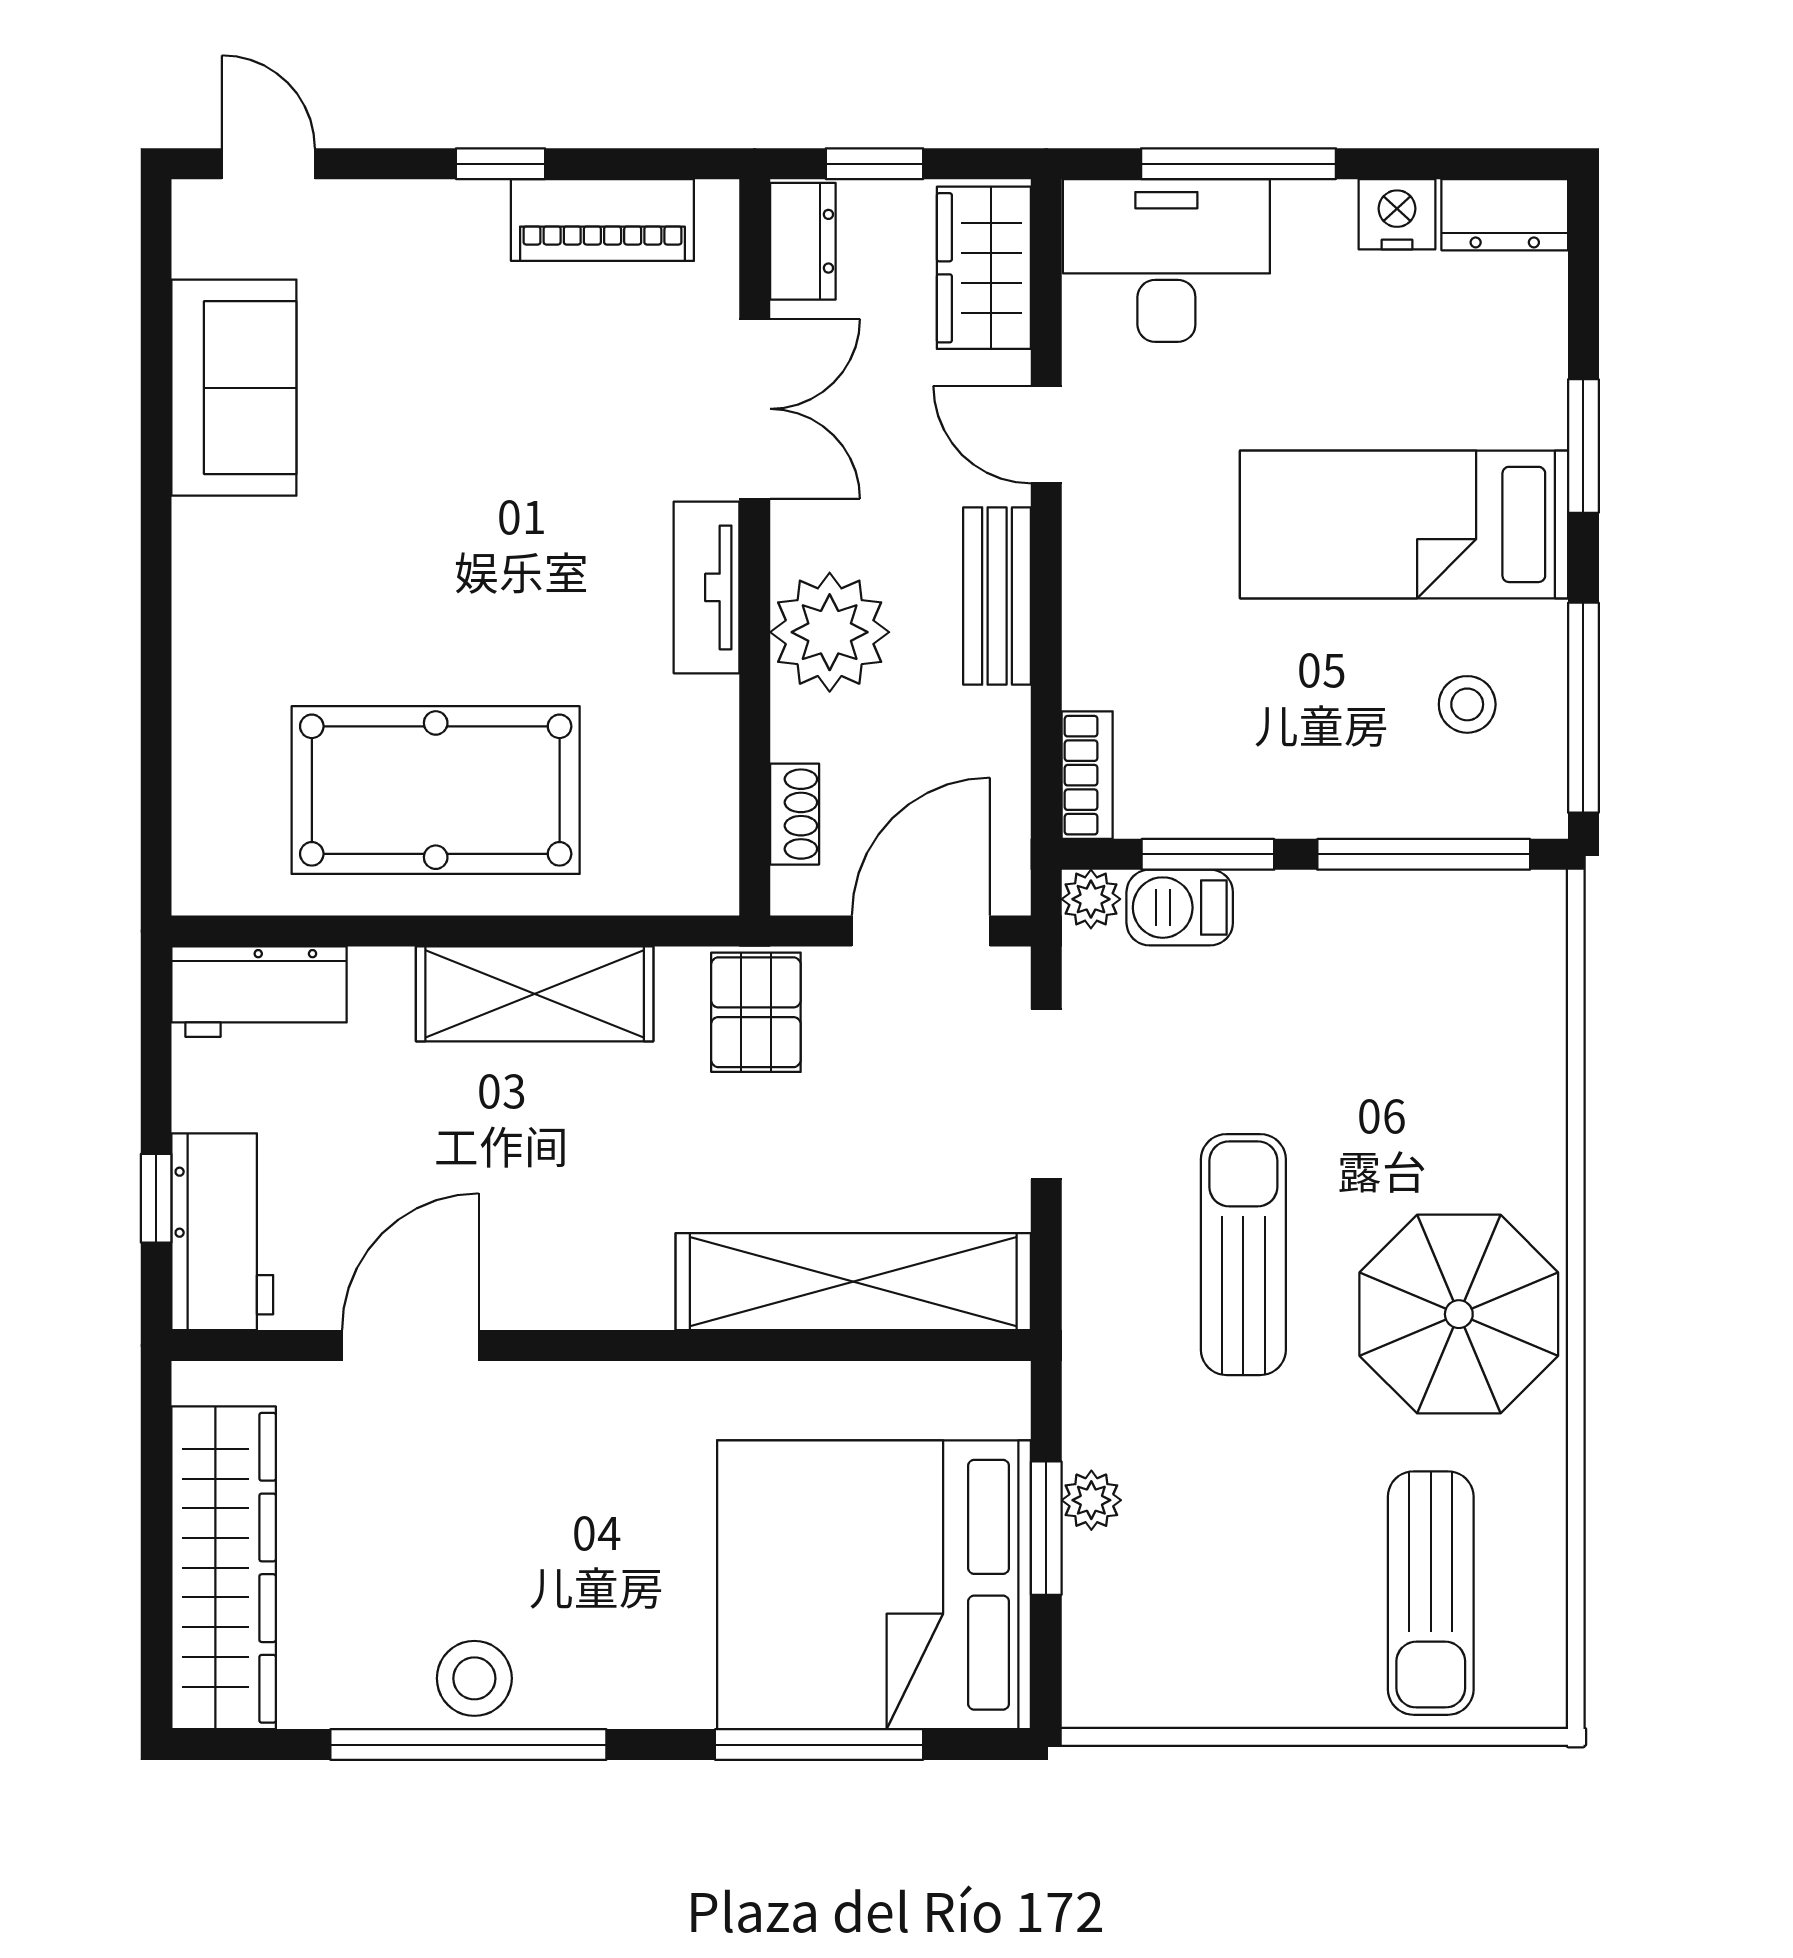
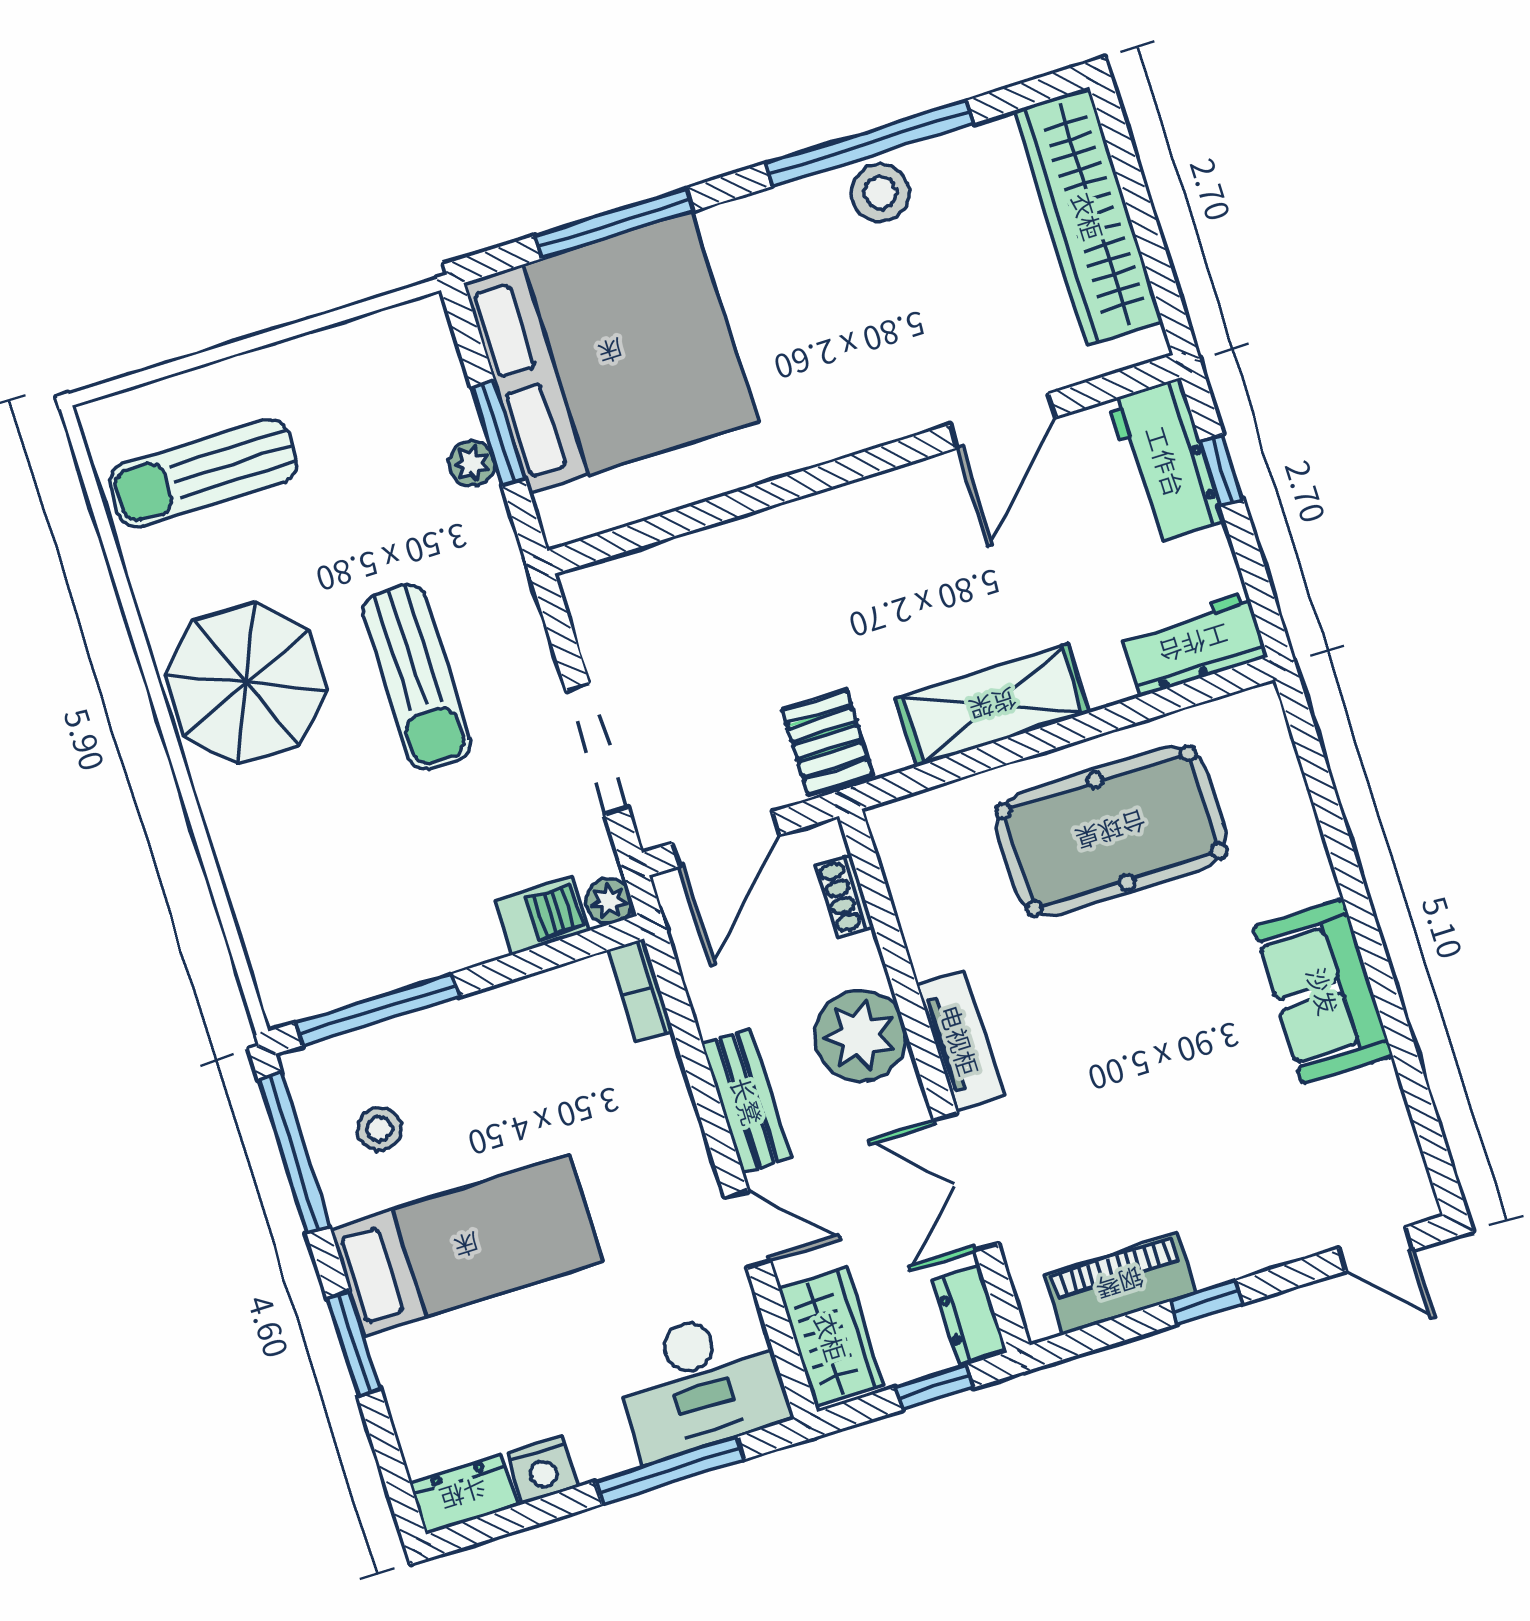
sofa: (234, 388) -> (1323, 991), moved
window: (1208, 854) -> (534, 961), removed
shelving: (853, 1282) -> (695, 568), removed
sun lounger: (1431, 1593) -> (203, 473), turned -90

